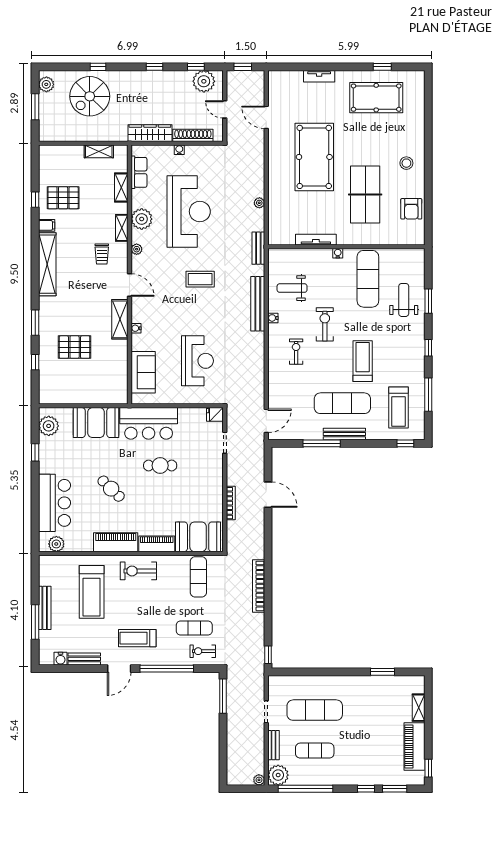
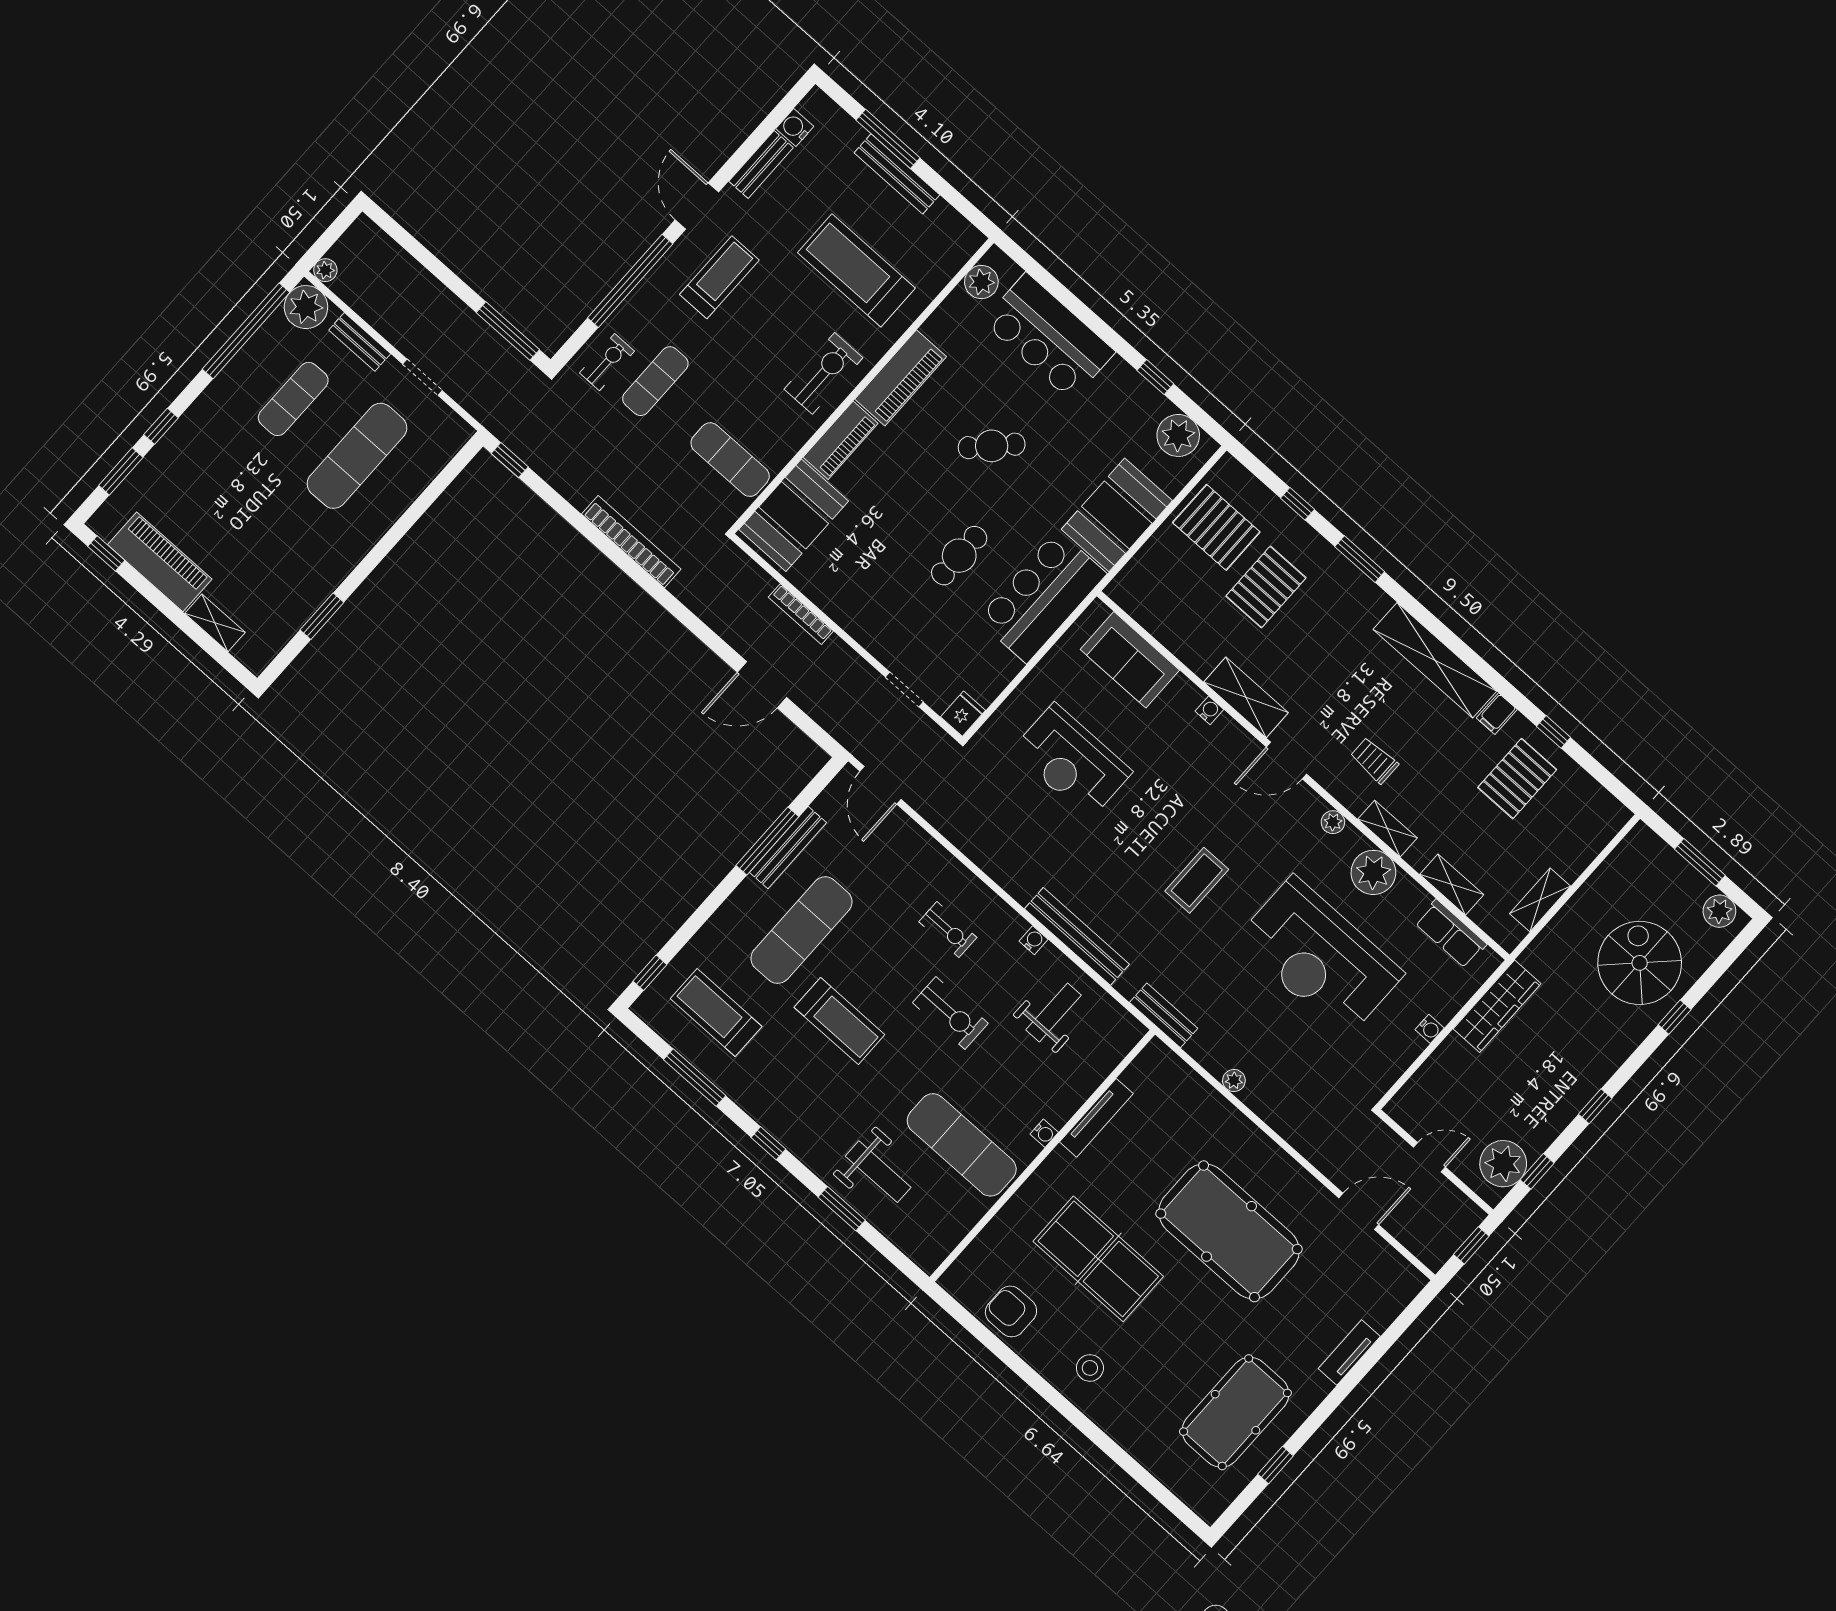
shoe rack: (193, 135) -> (1433, 1071), removed
pallet: (69, 383) -> (1216, 527), added
bench: (344, 434) -> (788, 847), moved

